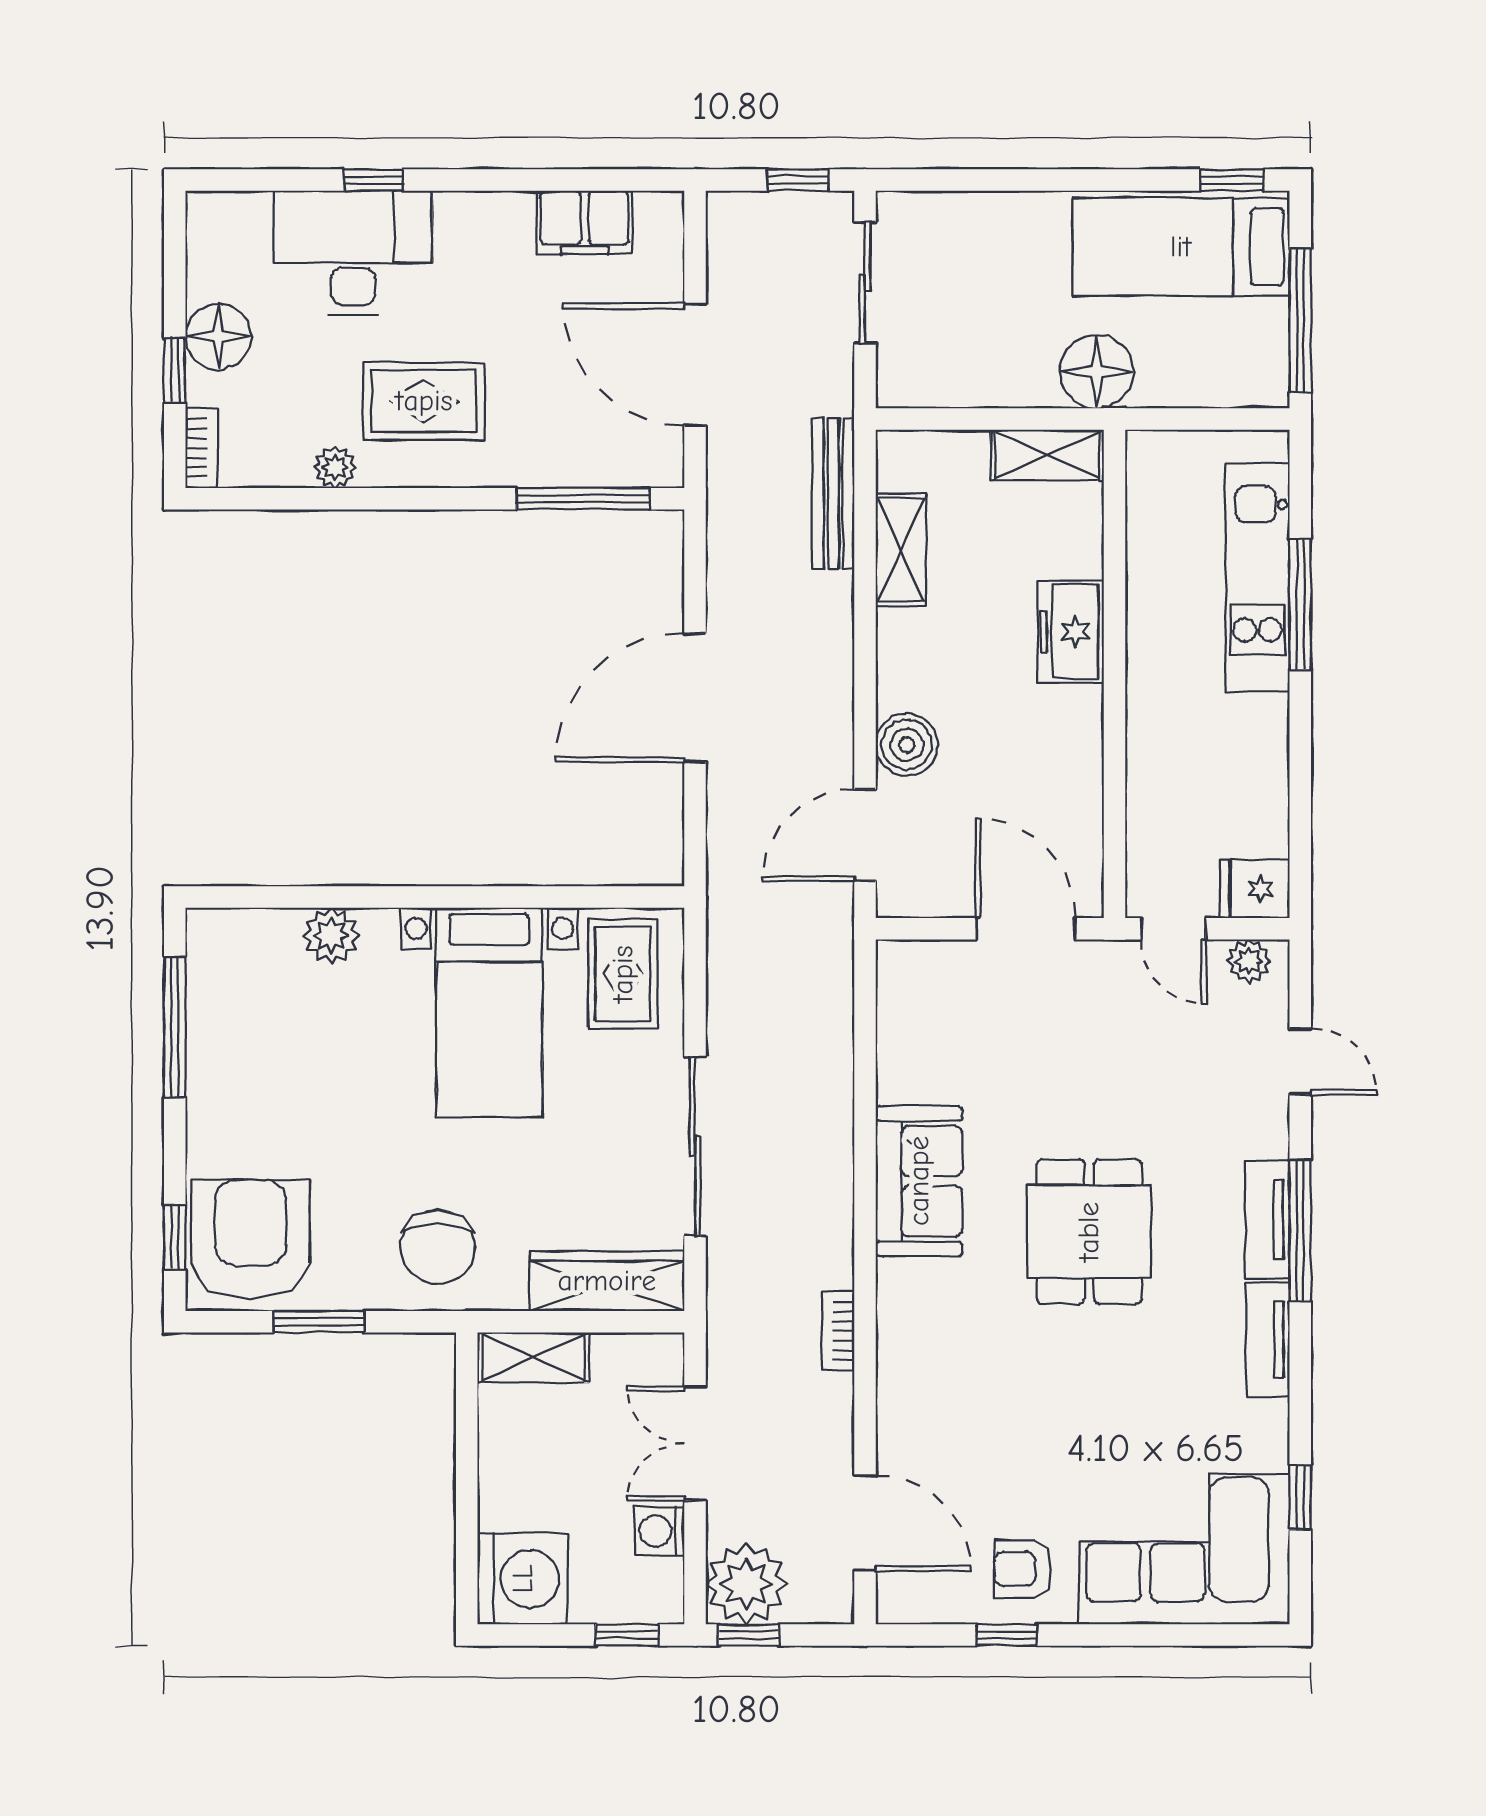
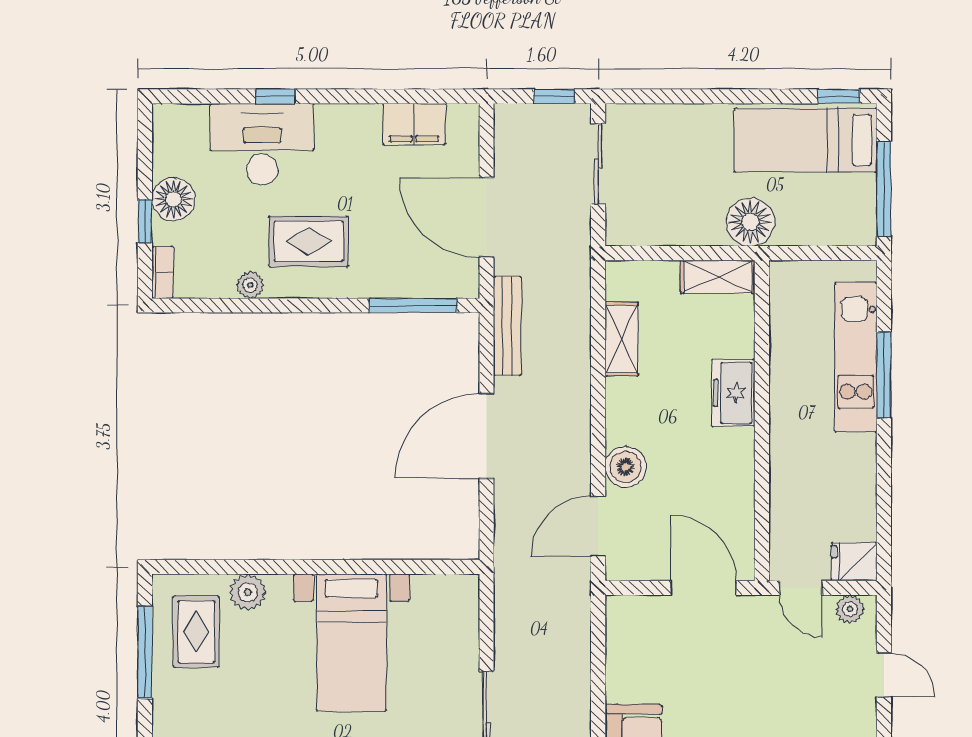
bench: (833, 493) -> (507, 326), moved
rug: (623, 974) -> (196, 632), moved

